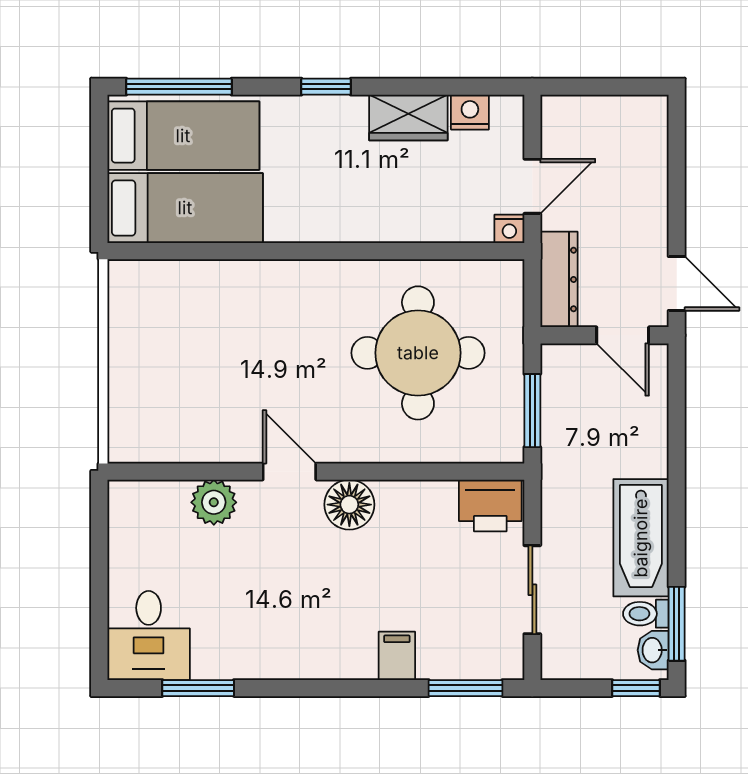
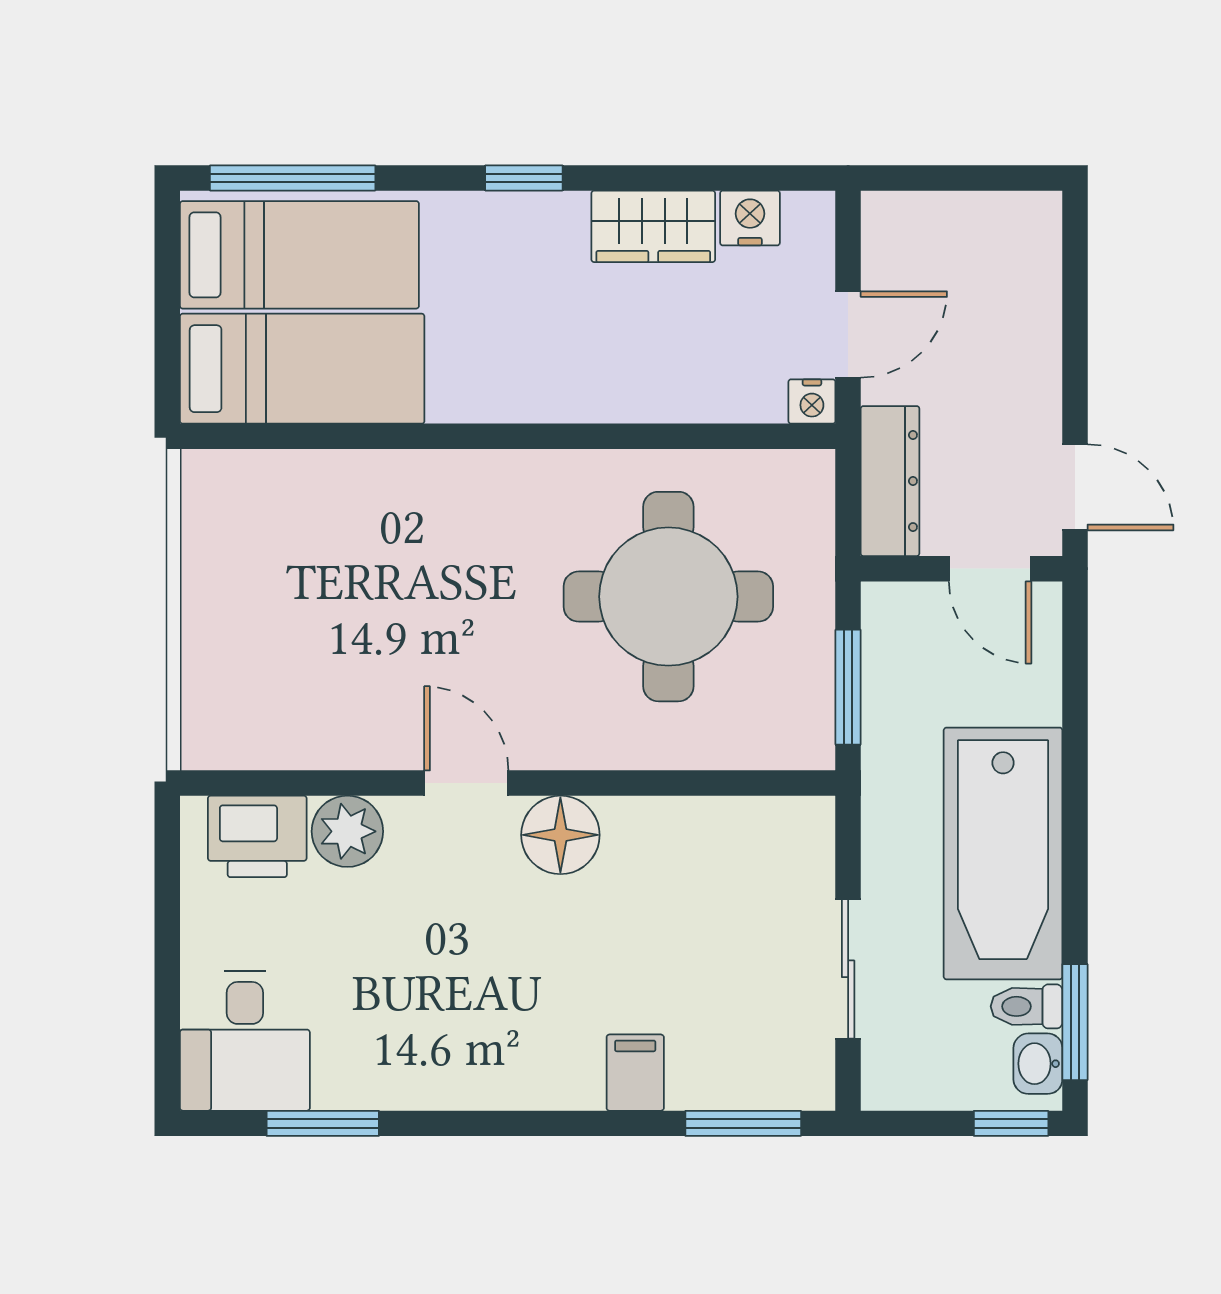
printer: (490, 506) -> (257, 836), moved
bathtub: (641, 538) -> (1003, 853), width x1.36, depth x1.36

